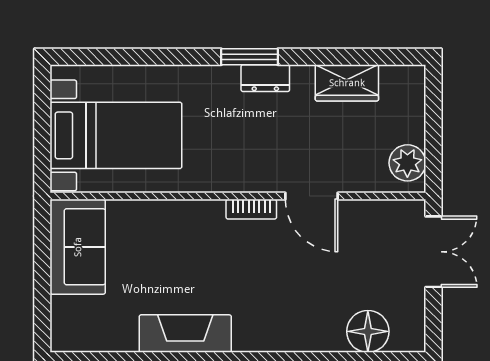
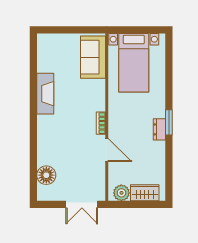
wardrobe: (347, 83) -> (145, 193), moved, turned 90
door: (311, 196) -> (107, 150), swing flipped
sofa: (78, 247) -> (93, 57), moved, turned 90

